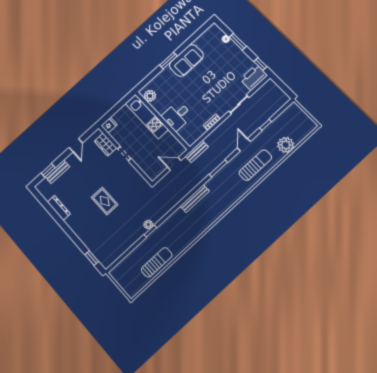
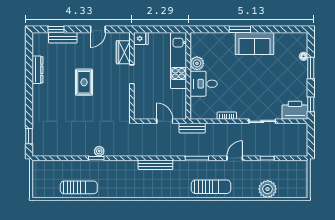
plant: (150, 96) -> (197, 63), moved
sun lounger: (255, 165) -> (211, 187), moved
rug: (105, 201) -> (84, 82), moved

